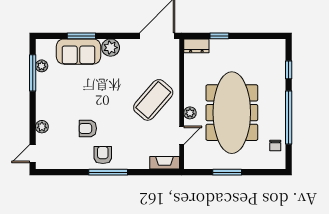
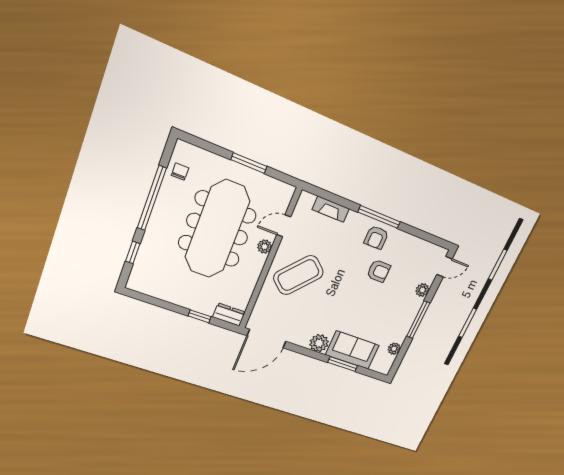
window: (33, 73) -> (418, 320), moved
fireplace: (165, 163) -> (331, 209), moved

